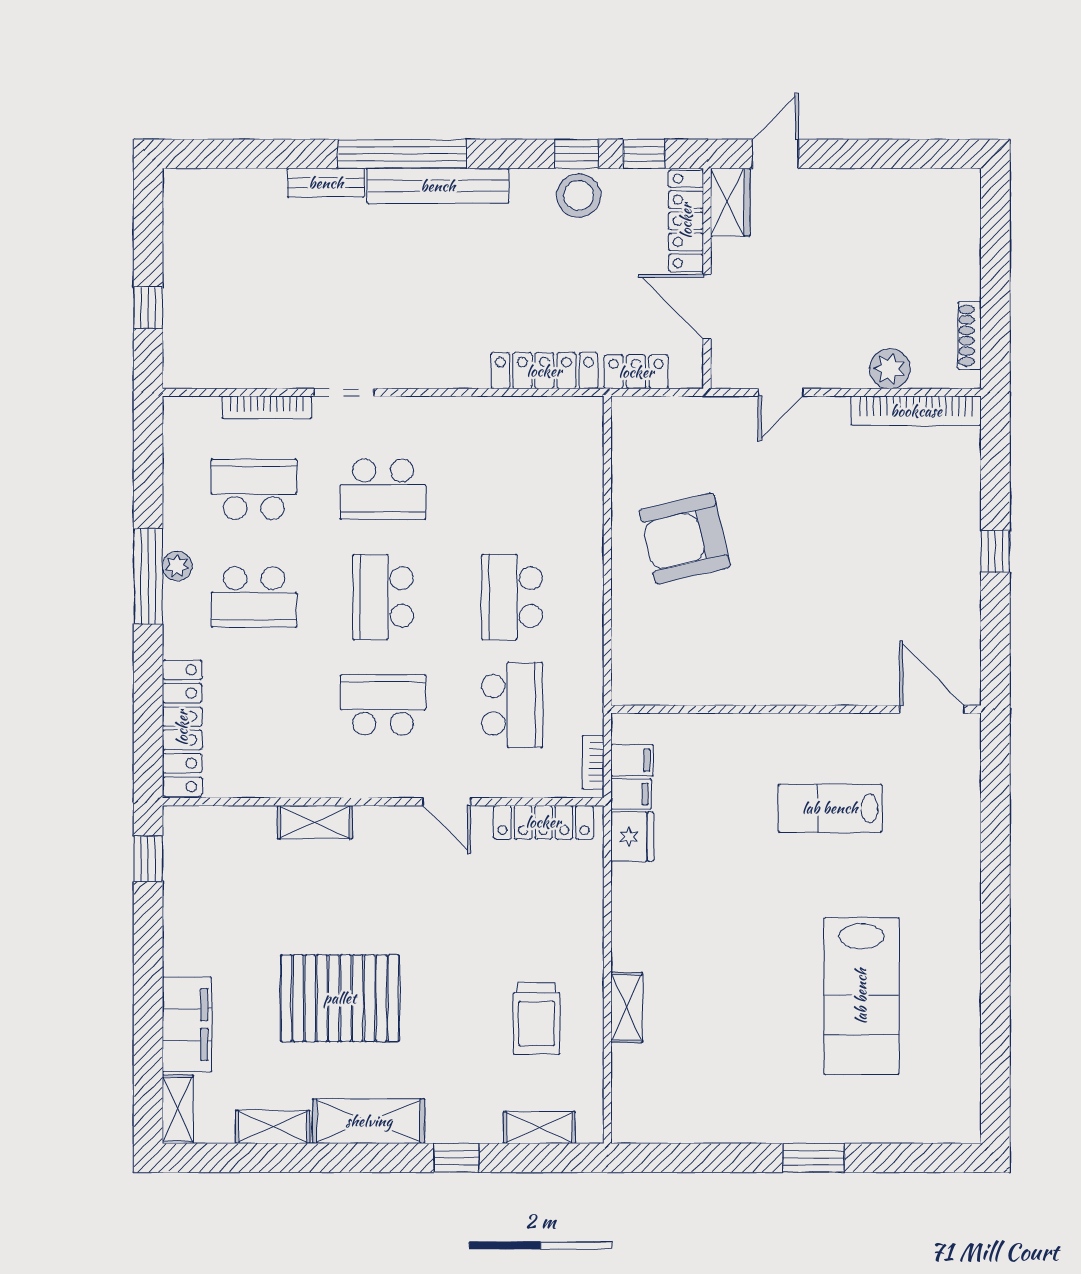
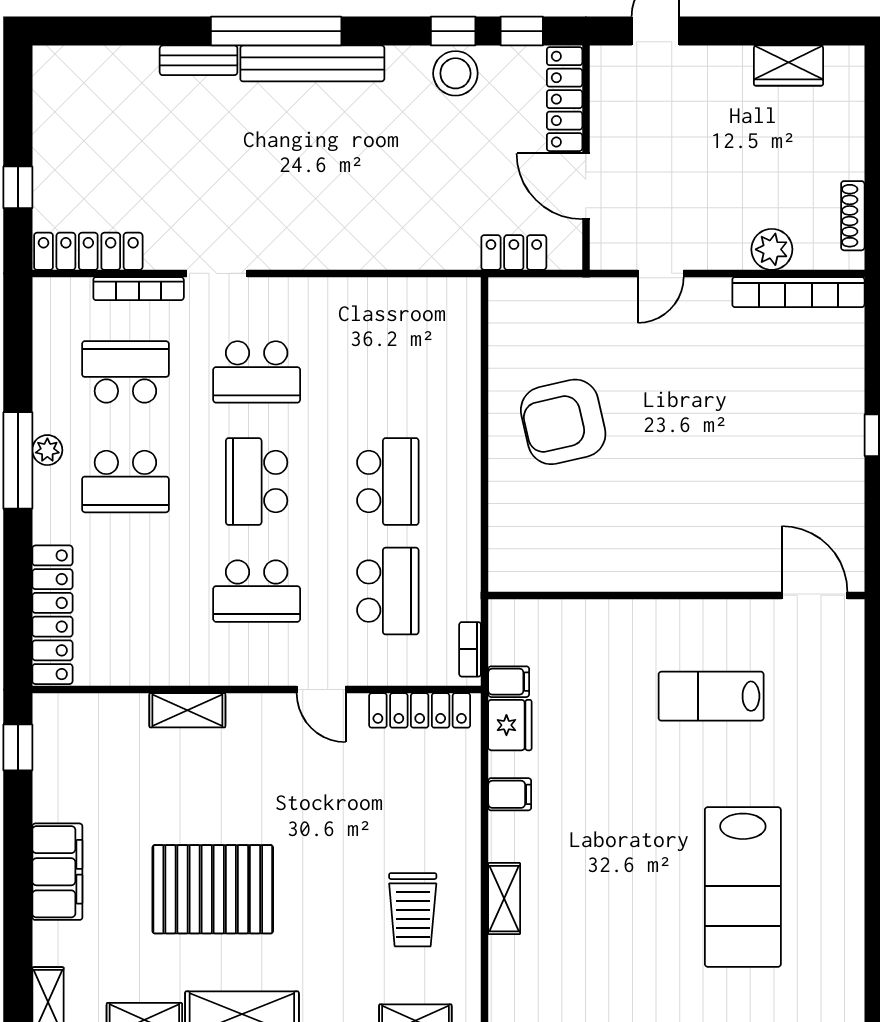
wardrobe: (730, 202) -> (788, 66), moved, turned 90
locker: (544, 371) -> (88, 251), moved
school desk: (512, 597) -> (388, 481), turned 180
school desk: (383, 705) -> (257, 591), turned 180
filing cabinet: (632, 760) -> (510, 794), moved
filing cabinet: (187, 1025) -> (57, 872), moved

